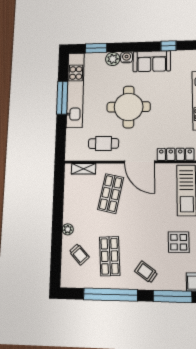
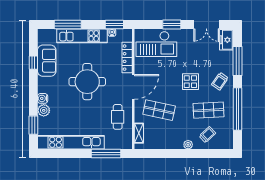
sofa: (152, 61) -> (47, 61), moved
window: (62, 98) -> (106, 153), moved
round table: (129, 107) -> (87, 82), moved
display table: (179, 242) -> (190, 82), moved

